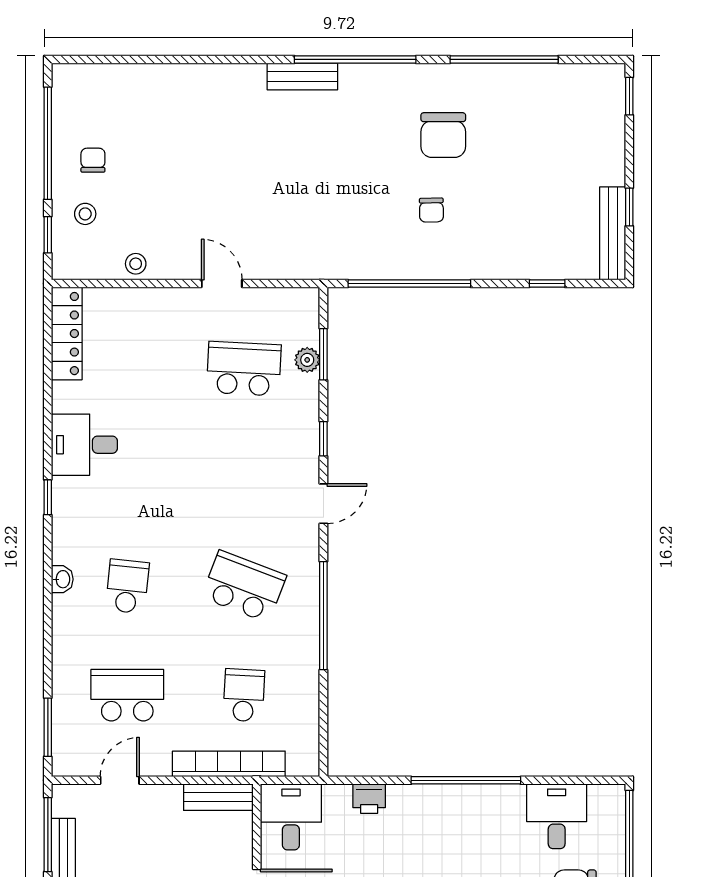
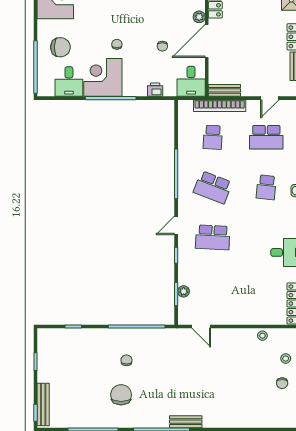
bench: (613, 233) -> (43, 404), moved
door: (222, 284) -> (201, 327), moved
school desk: (244, 369) -> (213, 237), moved
corner desk: (483, 825) -> (103, 77), added

